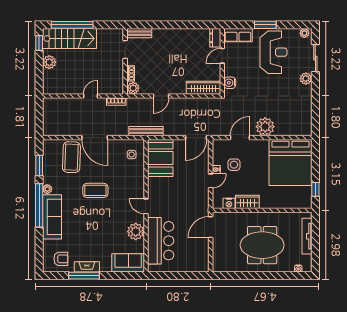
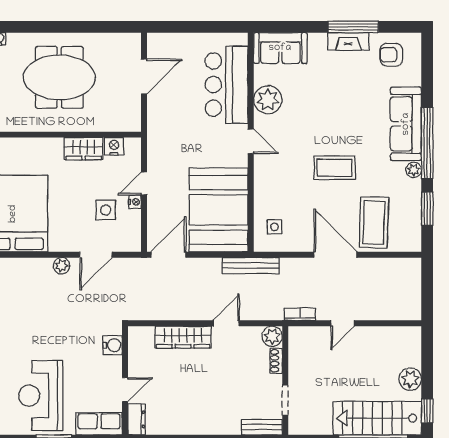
wardrobe: (203, 88) -> (183, 337), moved
plant: (265, 127) -> (61, 266), width x0.53, depth x0.53
booth: (160, 158) -> (219, 210), width x1.36, depth x1.42
door: (211, 227) -> (144, 76), moved

